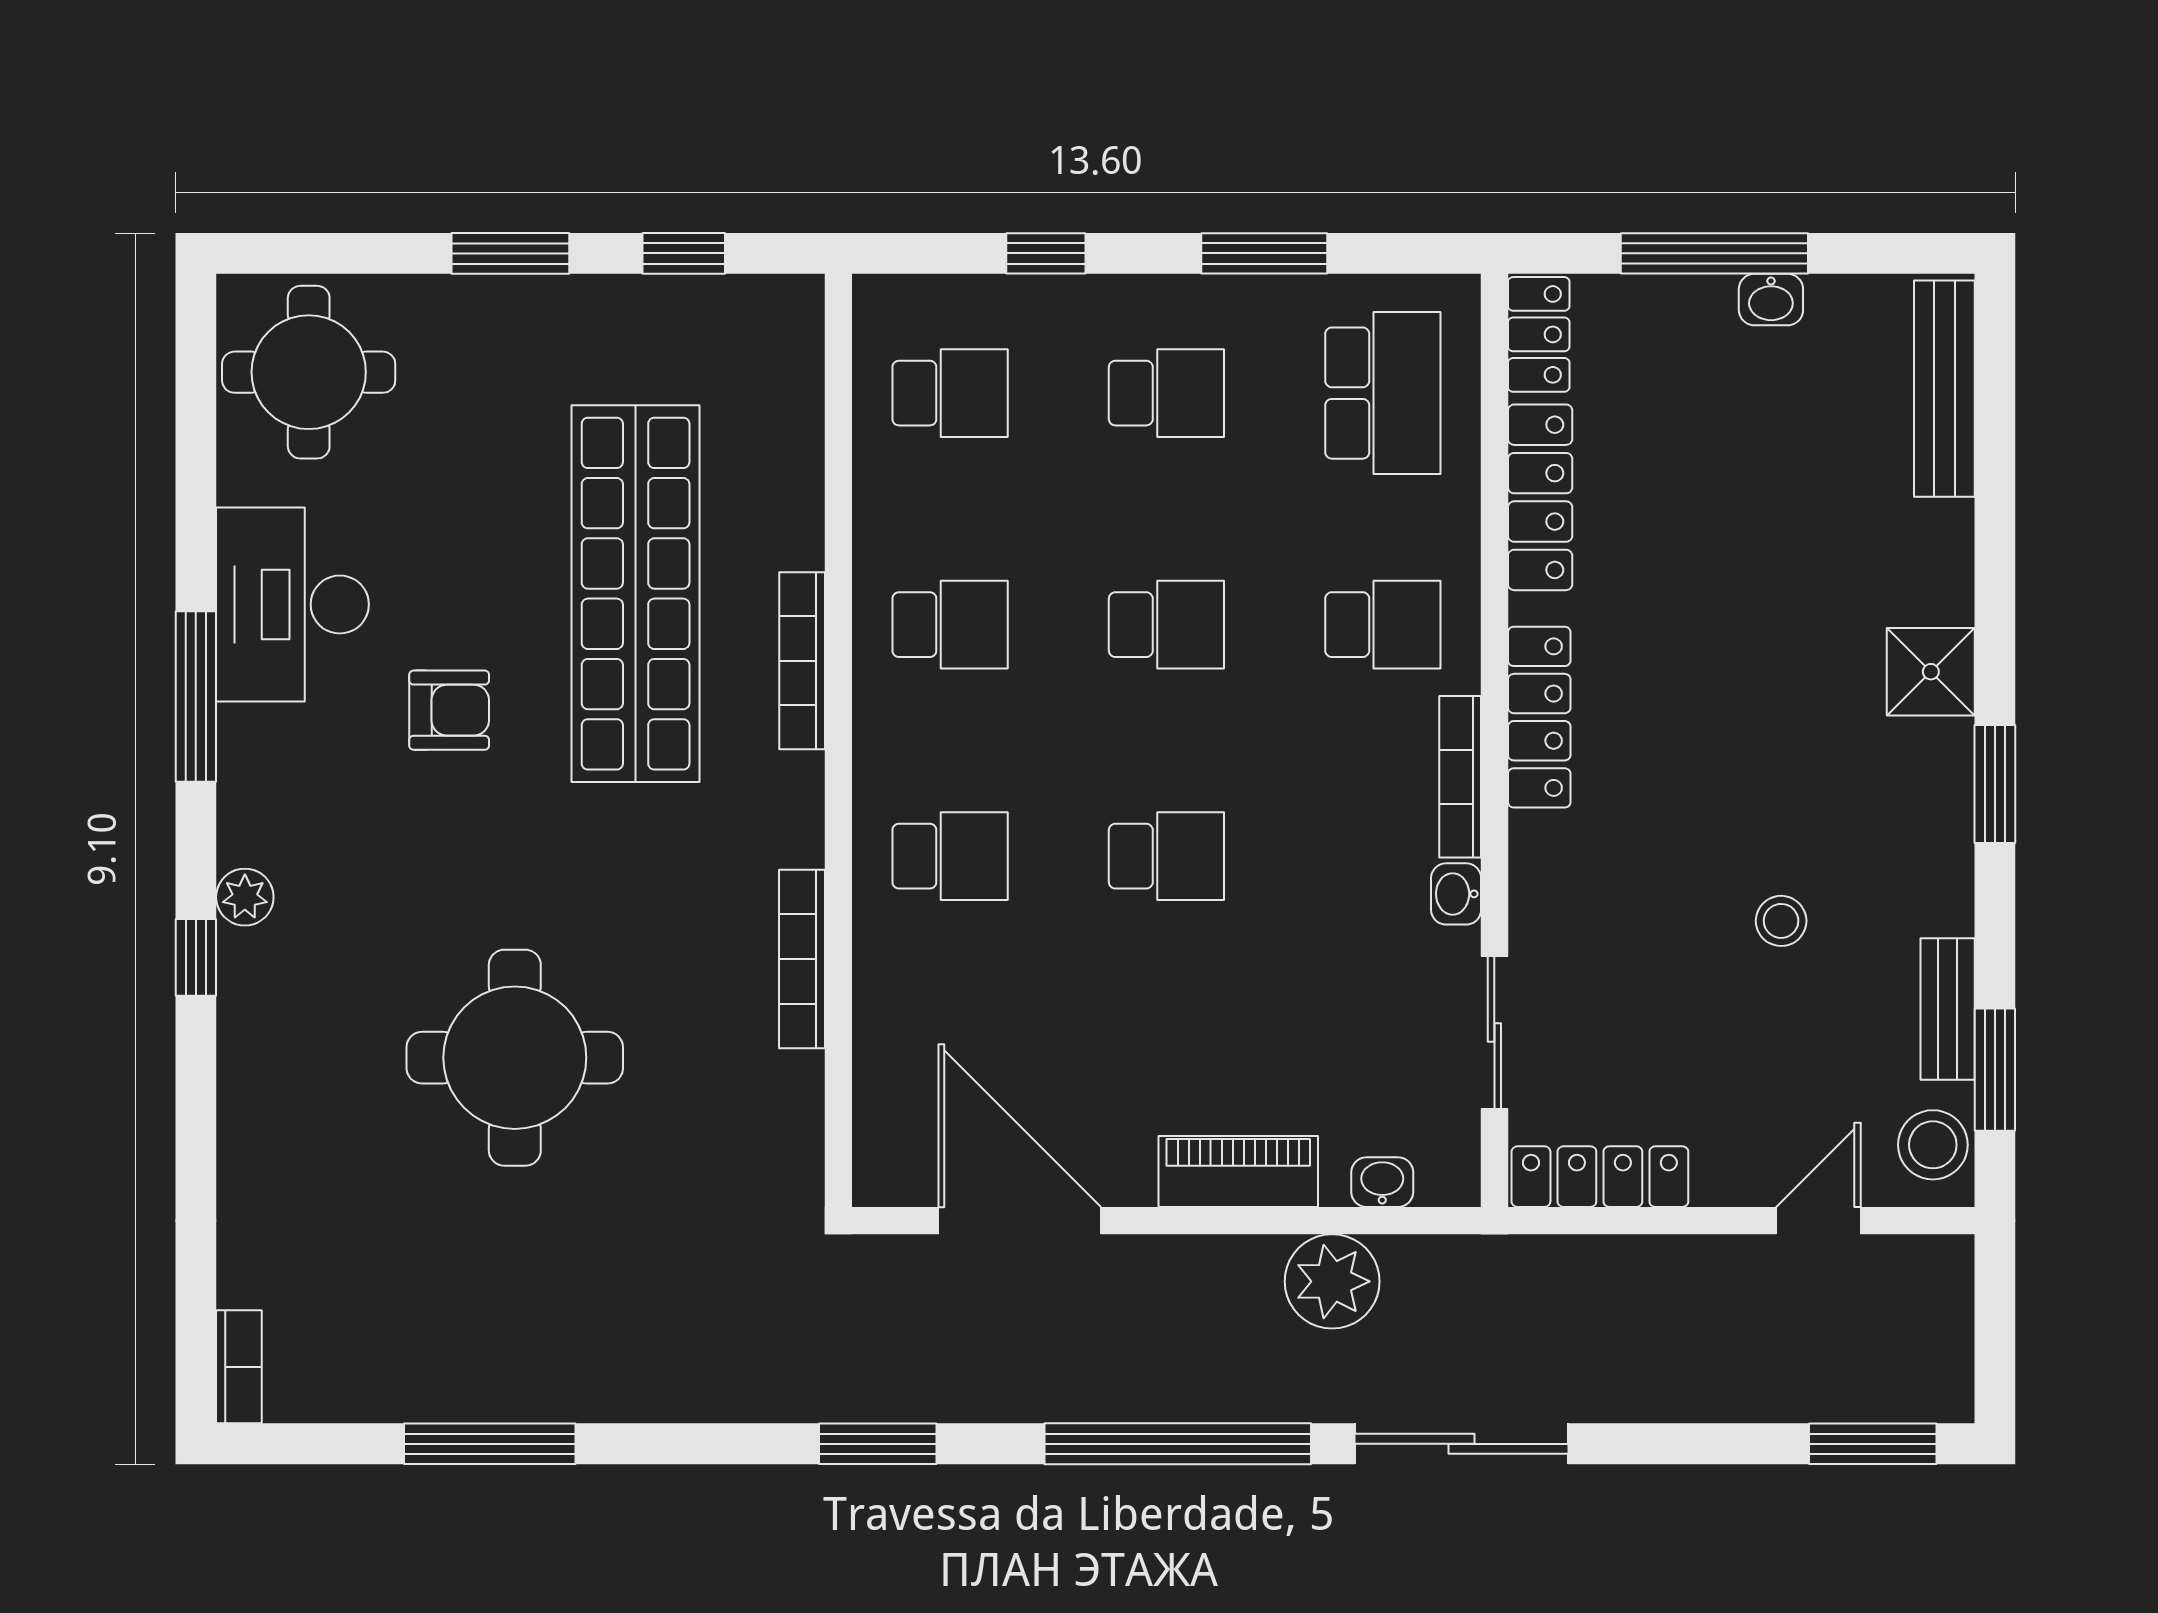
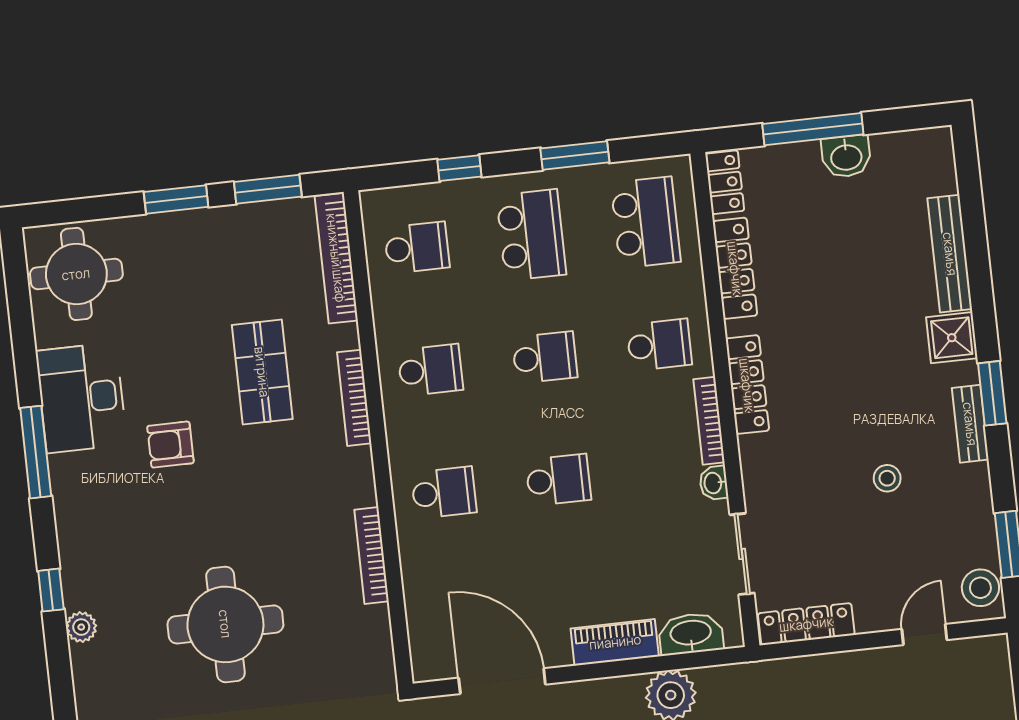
window: (684, 253) -> (268, 189), width x1.50
washbasin: (1771, 300) -> (846, 156), width x1.38, depth x1.45
bench: (1944, 389) -> (950, 254), moved
school desk: (1166, 393) -> (531, 235), width x1.85
bookcase: (797, 396) -> (336, 258), added
shop shelf: (636, 594) -> (262, 372), width x0.50, depth x0.74
armchair: (449, 710) -> (170, 445), turned 180
plant: (245, 897) -> (81, 627), moved
bench: (1948, 1009) -> (970, 424), moved
washbasin: (1382, 1182) -> (691, 634), width x1.91, depth x1.45

